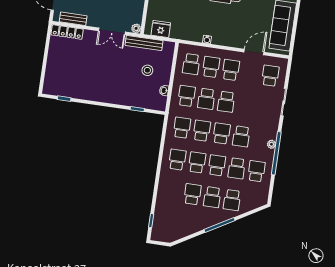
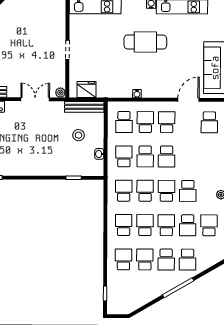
double door: (112, 31) -> (35, 99), swing flipped
bench: (144, 43) -> (84, 107), moved
school desk: (270, 76) -> (209, 122), turned 180
school desk: (173, 191) -> (123, 259), added

